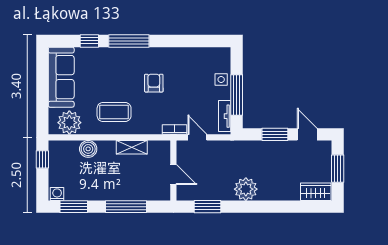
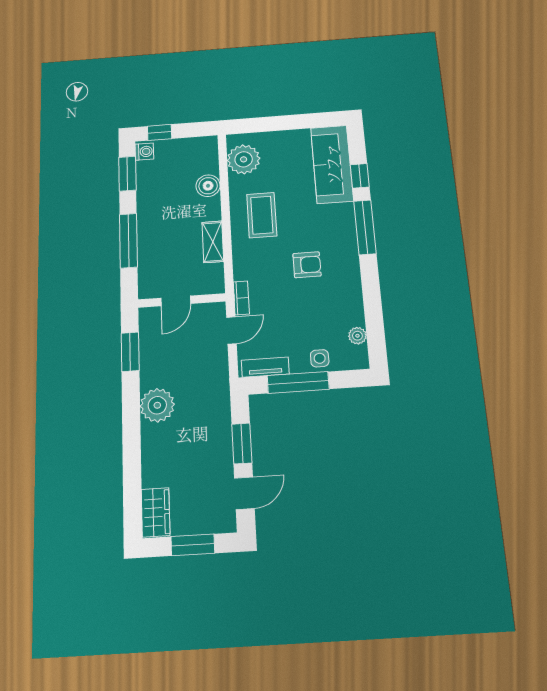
plant: (207, 53) -> (357, 336), added
sofa: (61, 77) -> (332, 164), moved, turned 90
window: (42, 159) -> (159, 132), moved

